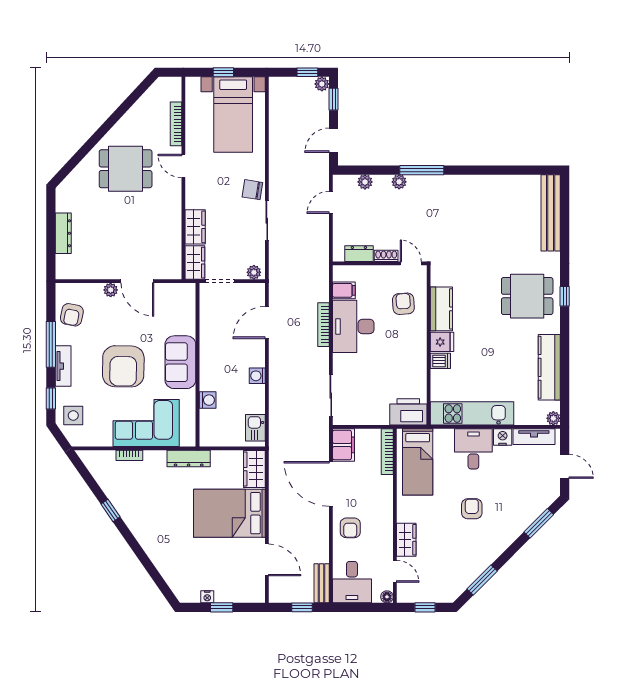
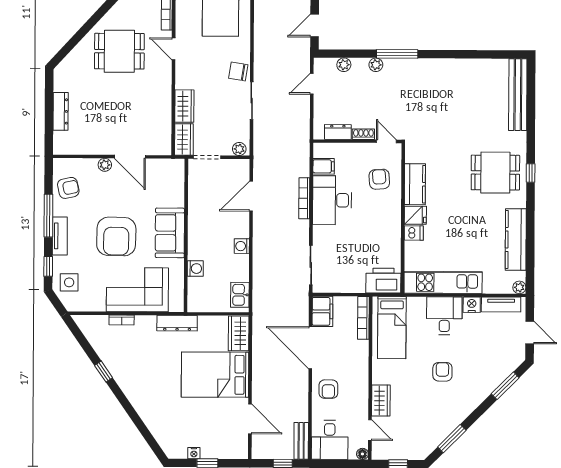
armchair: (72, 315) -> (68, 188), turned -113

